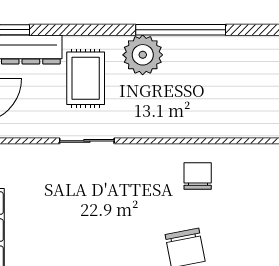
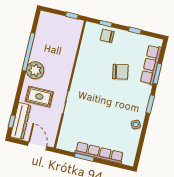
chair: (198, 176) -> (107, 36), moved

